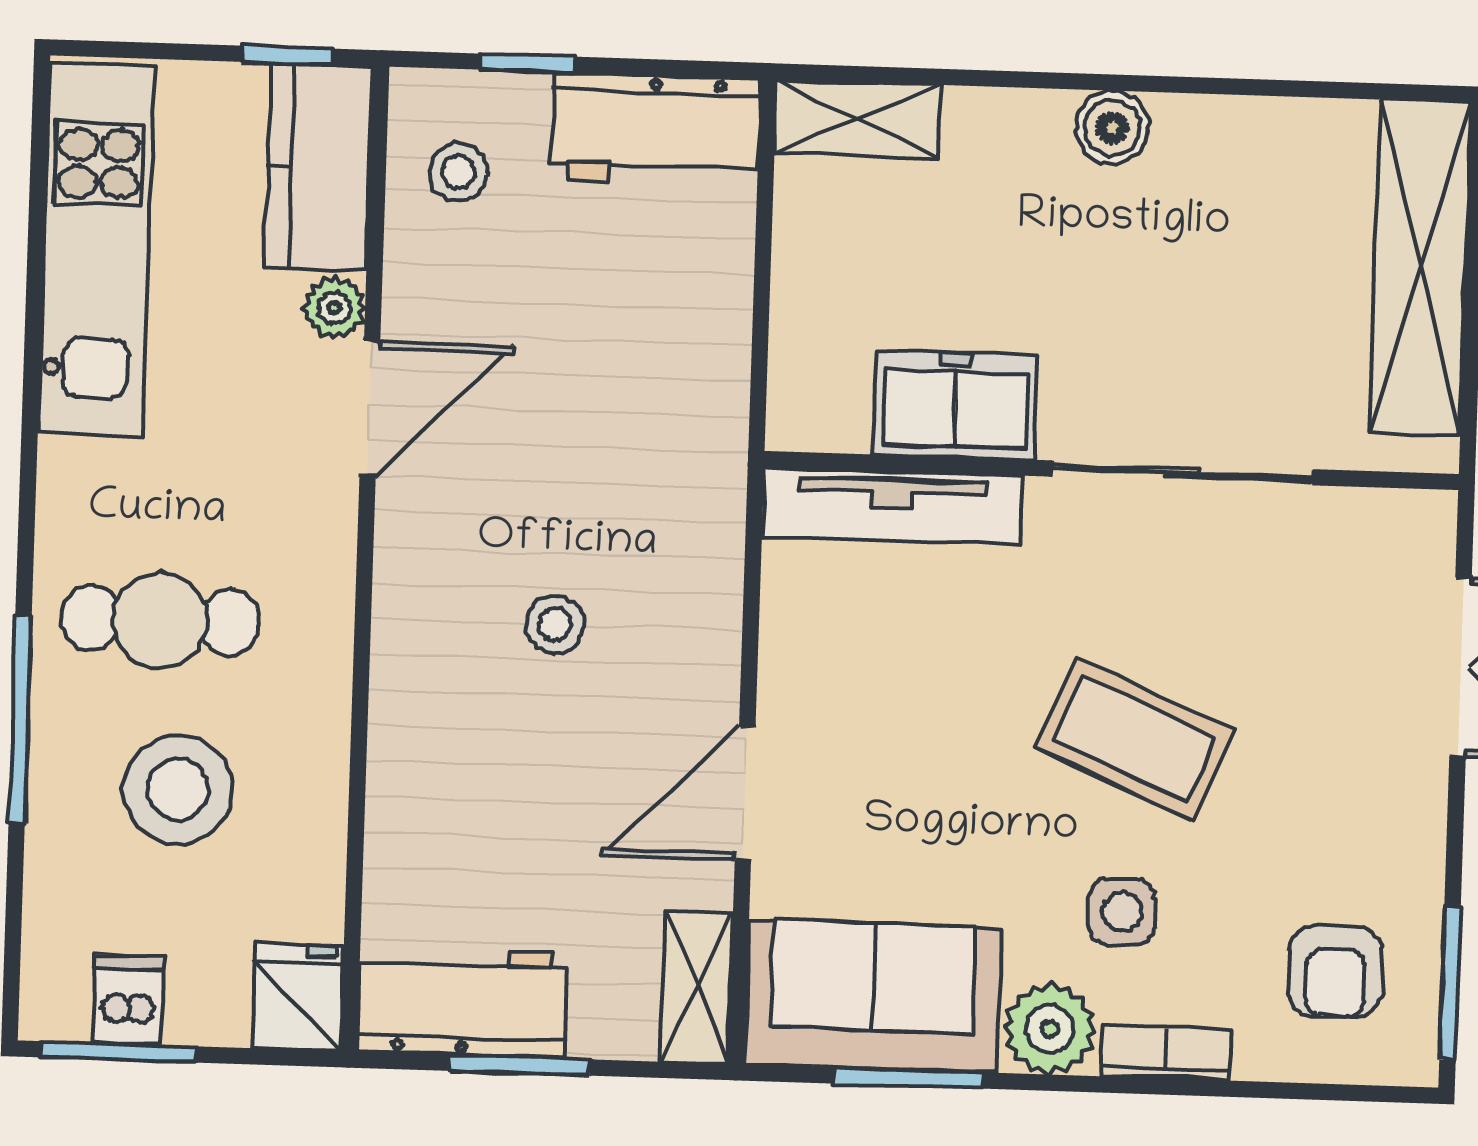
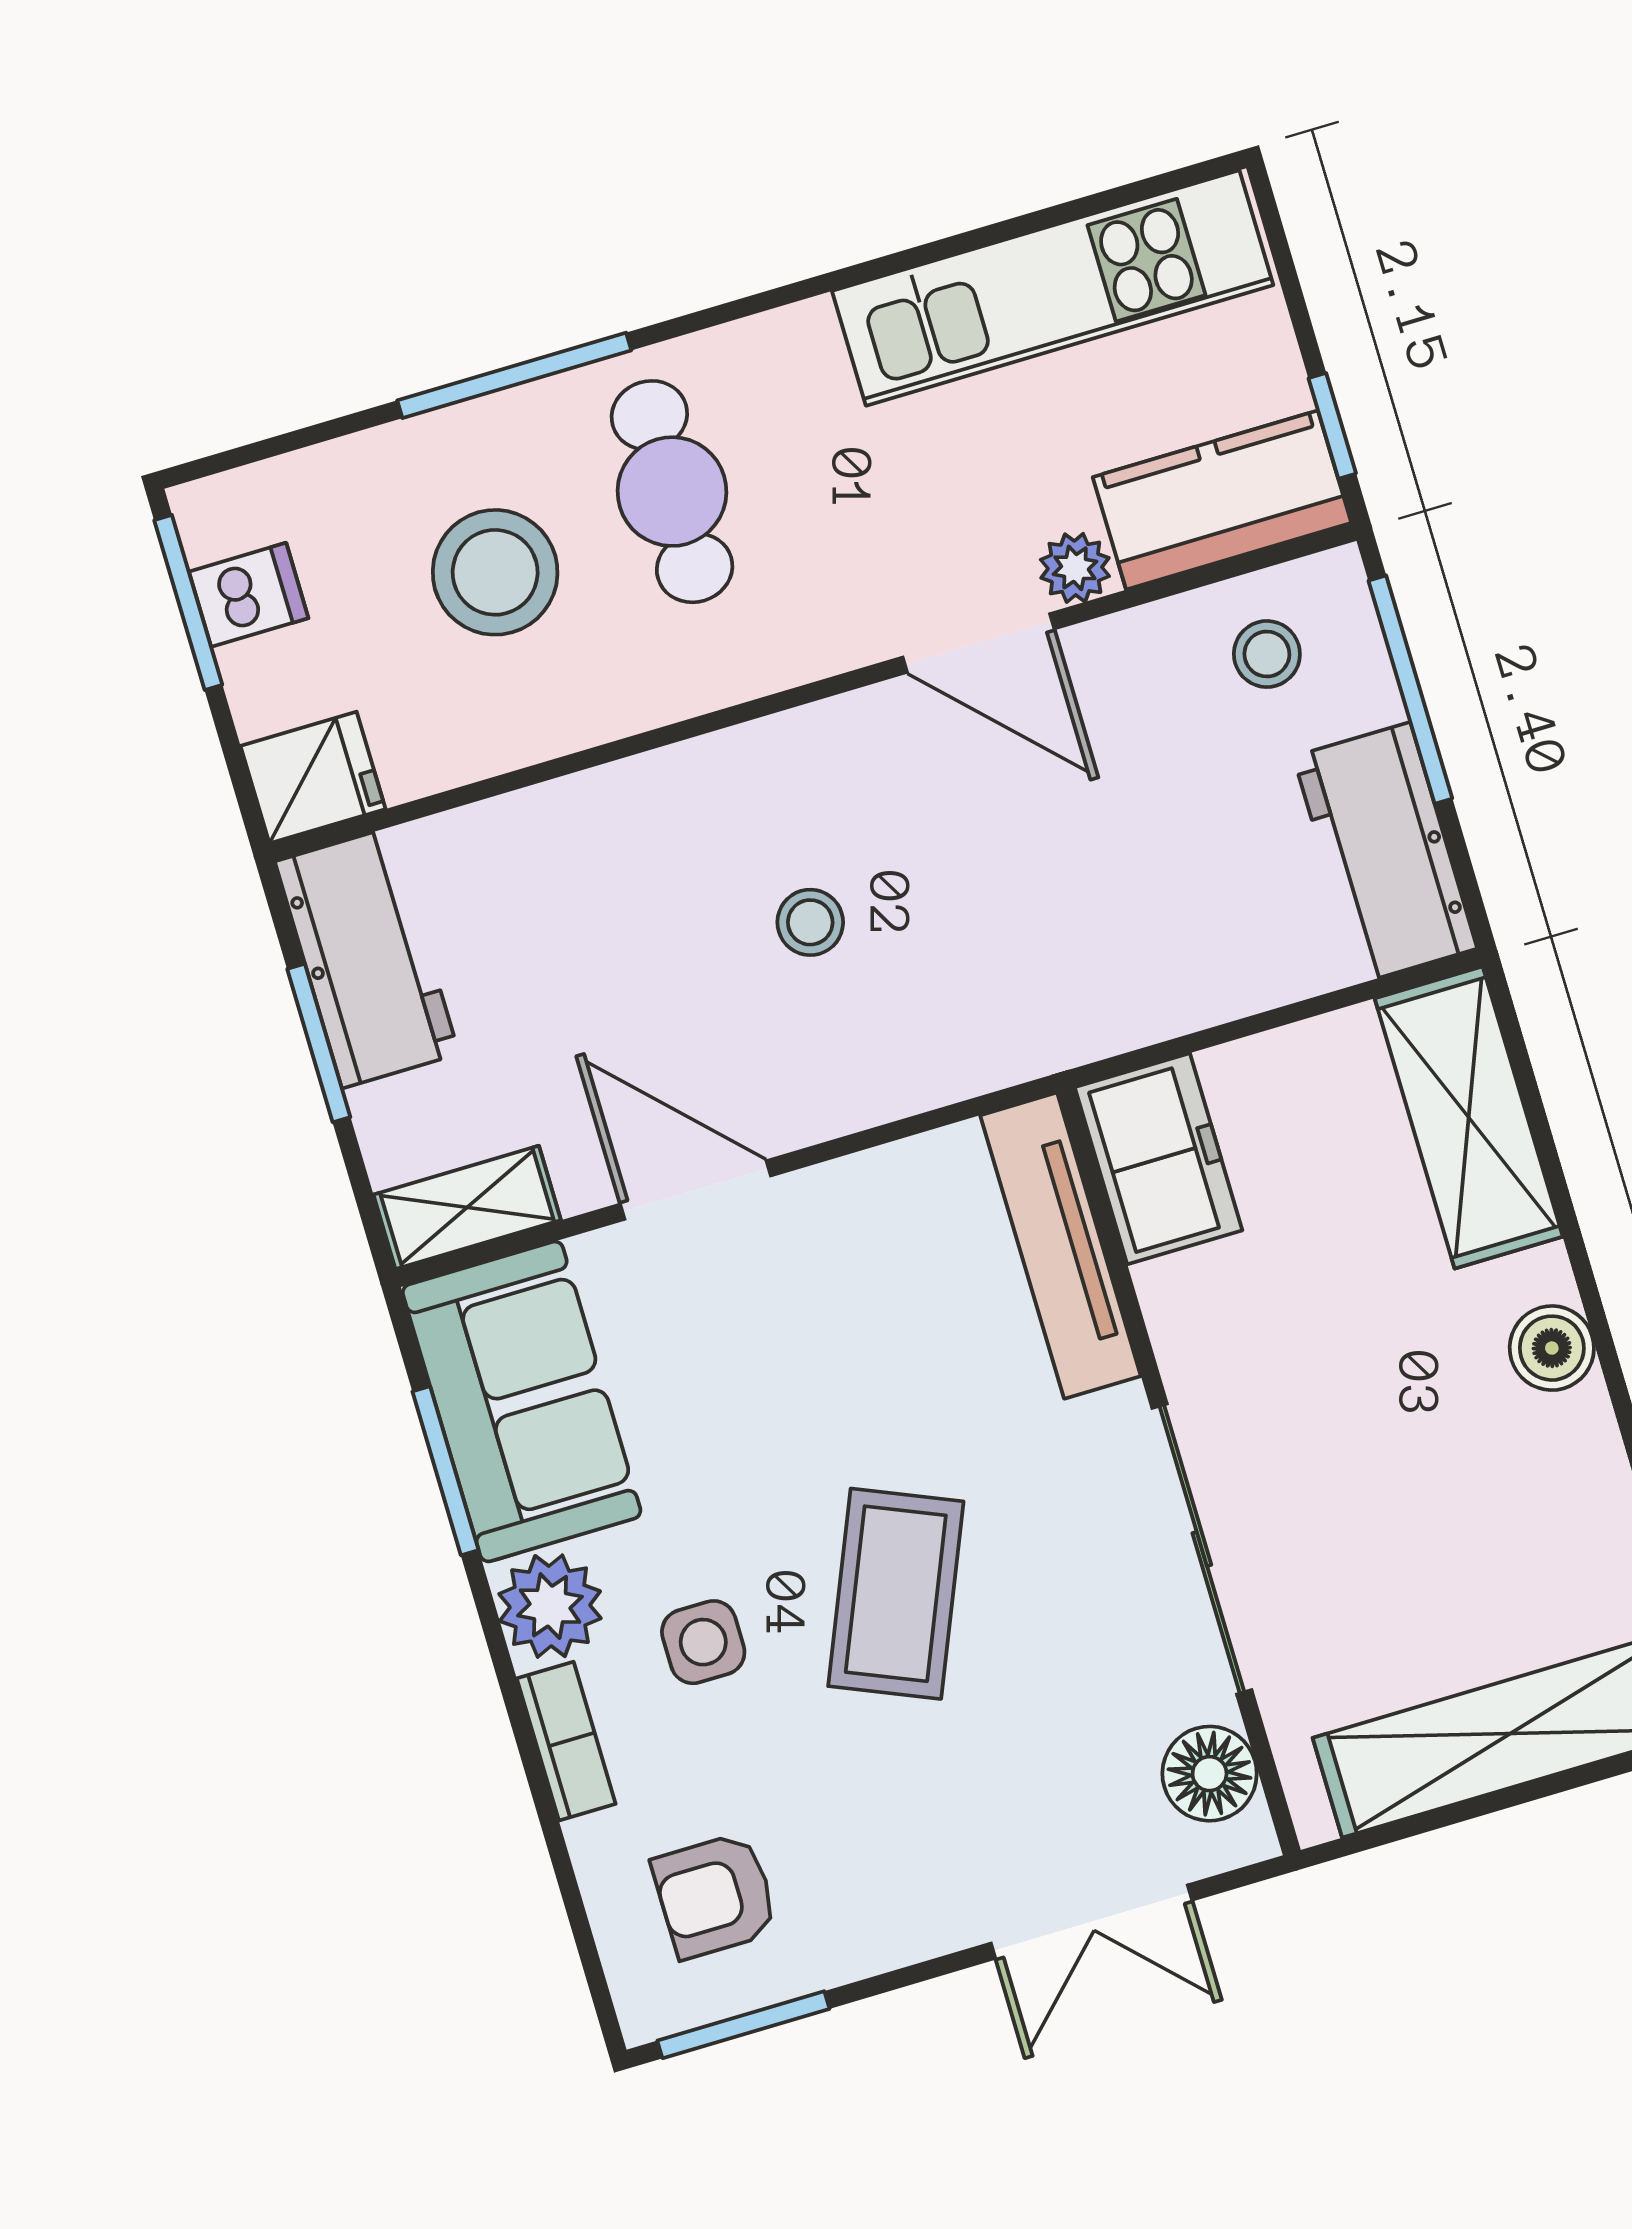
window: (527, 63) -> (1410, 690), width x2.17
shelving: (858, 119) -> (1469, 1118), width x1.50, depth x1.33
freezer: (956, 405) -> (1159, 1159), moved
floor lamp: (1370, 528) -> (1210, 1774), added

